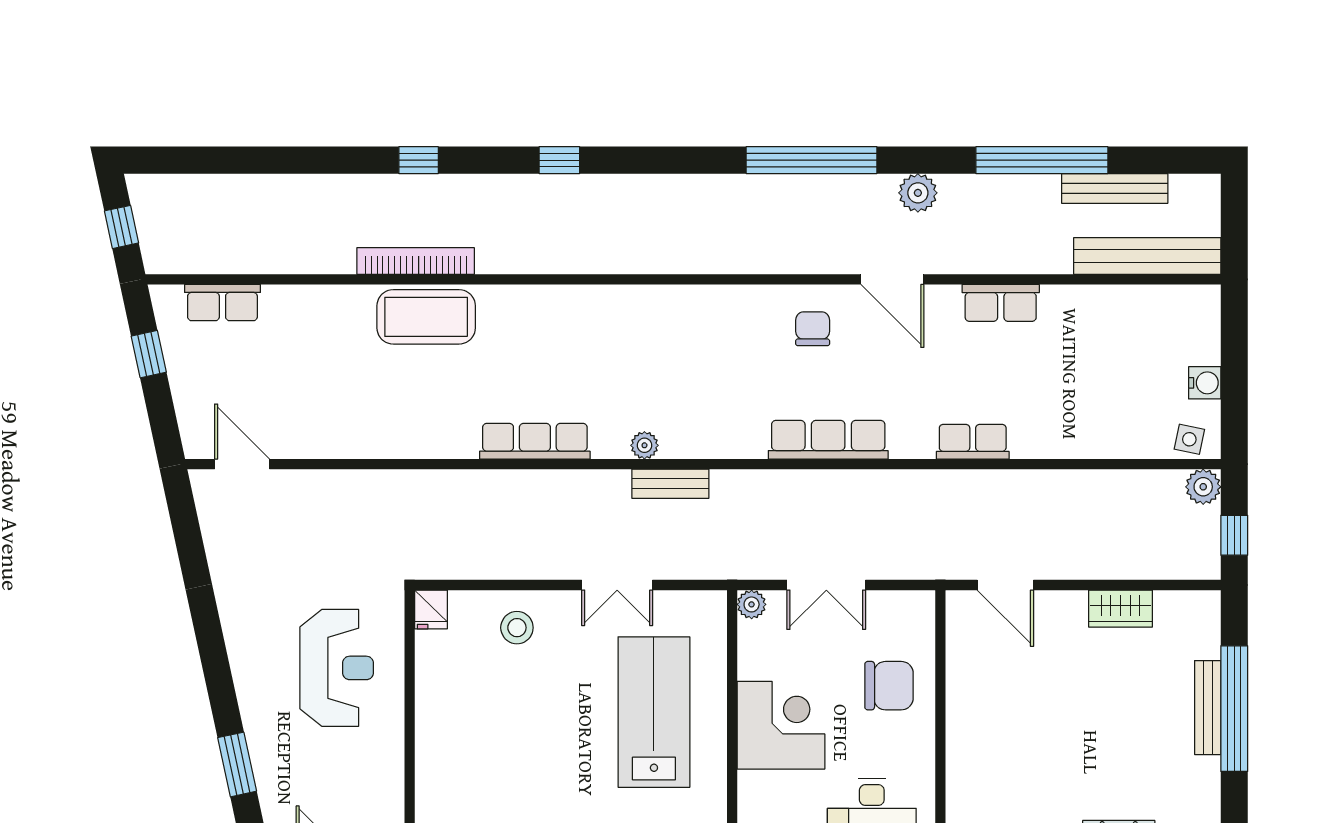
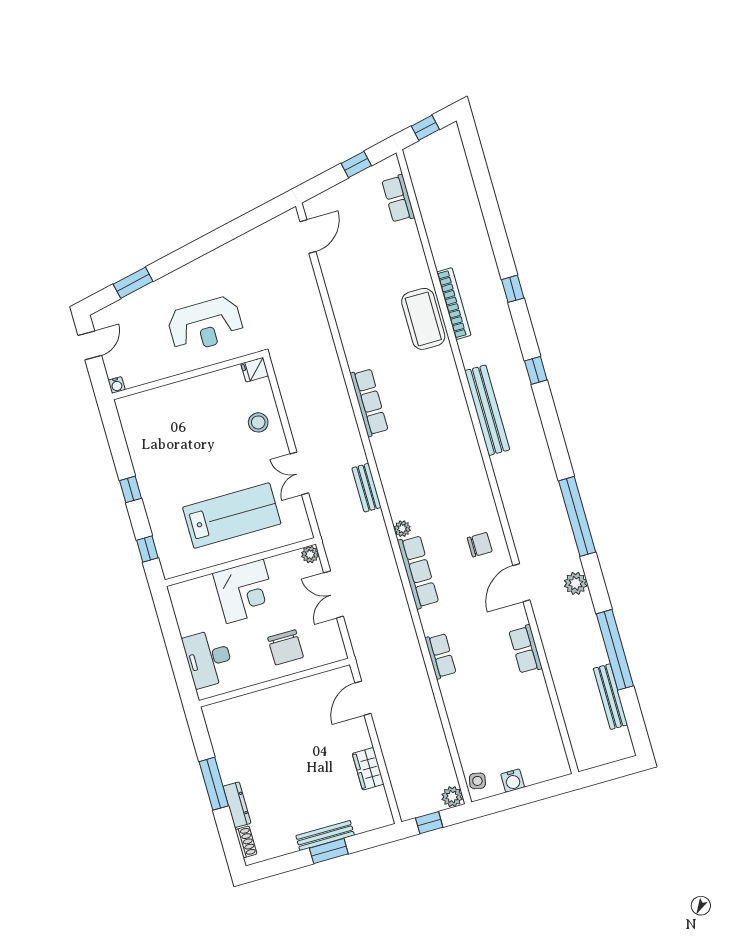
bench: (1147, 256) -> (487, 410), moved
plant: (644, 445) -> (402, 529), moved
window: (1234, 709) -> (329, 851), width x0.47

